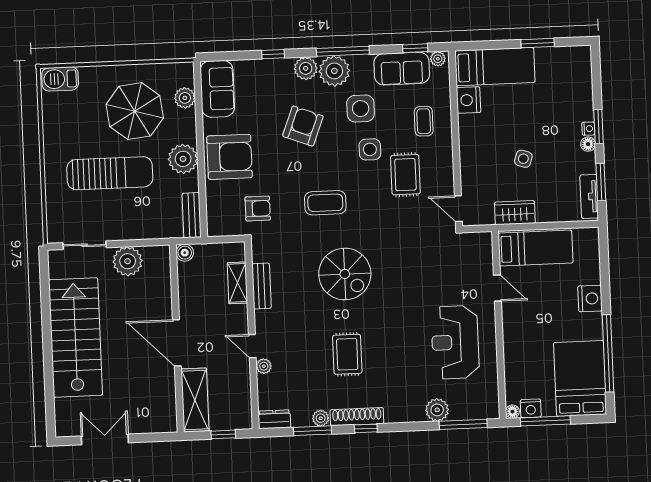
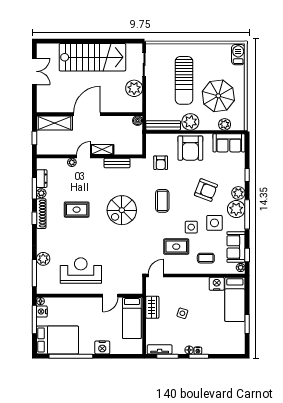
bench: (192, 215) -> (163, 125), width x1.36
shelving: (237, 283) -> (102, 150), moved
dresser: (274, 419) -> (42, 179), moved

